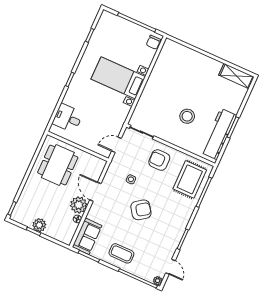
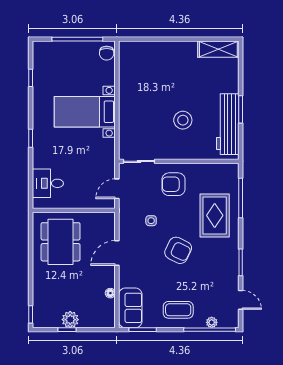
rug: (190, 179) -> (215, 215), moved
door: (95, 192) -> (117, 253), hinge flipped
plant: (79, 205) -> (105, 277), removed
armchair: (141, 210) -> (178, 250), turned 61
plant: (158, 281) -> (212, 322), moved

